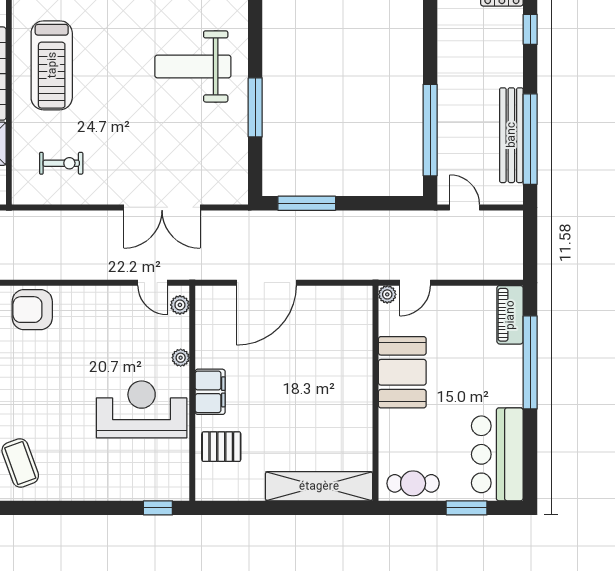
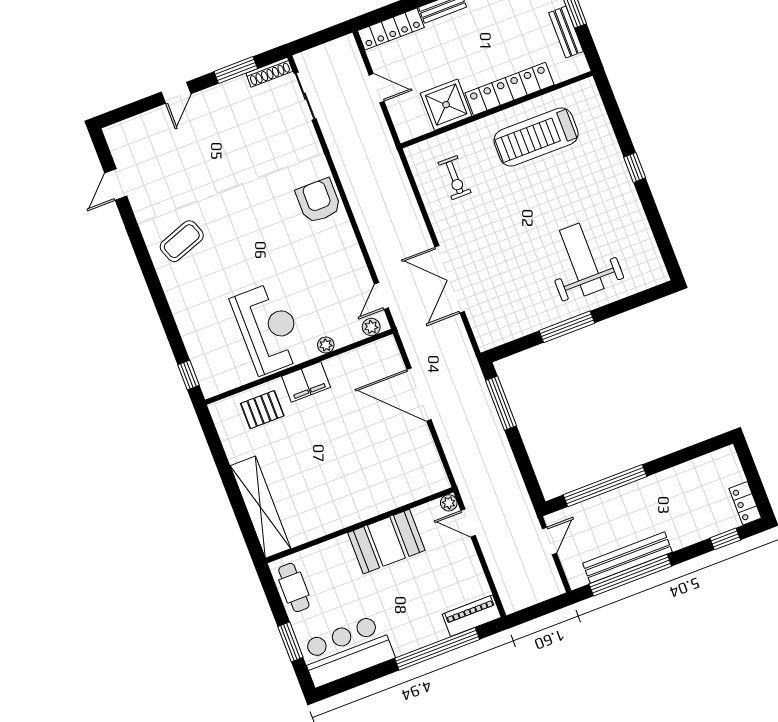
pallet: (221, 447) -> (262, 410), turned 90

